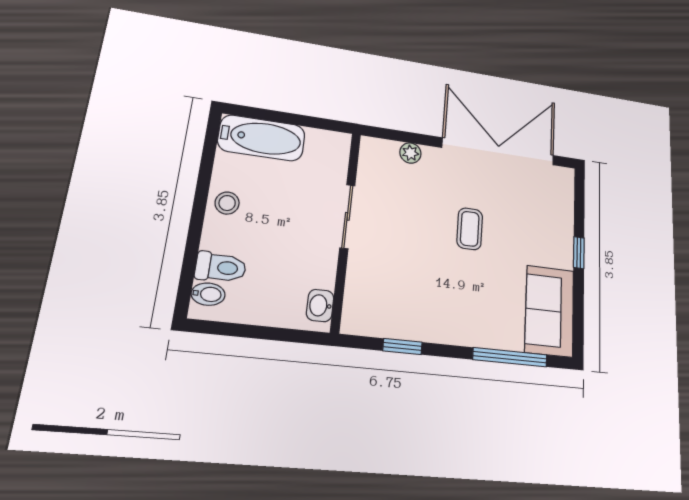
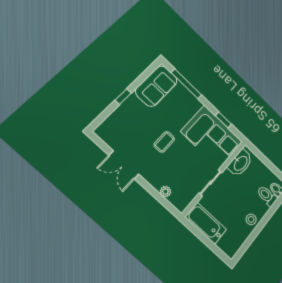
bathtub: (262, 138) -> (206, 223), moved
double door: (498, 152) -> (124, 165), width x0.54
corner sofa: (401, 298) -> (212, 137), added
washbasin: (320, 306) -> (240, 163), width x1.91, depth x1.45

